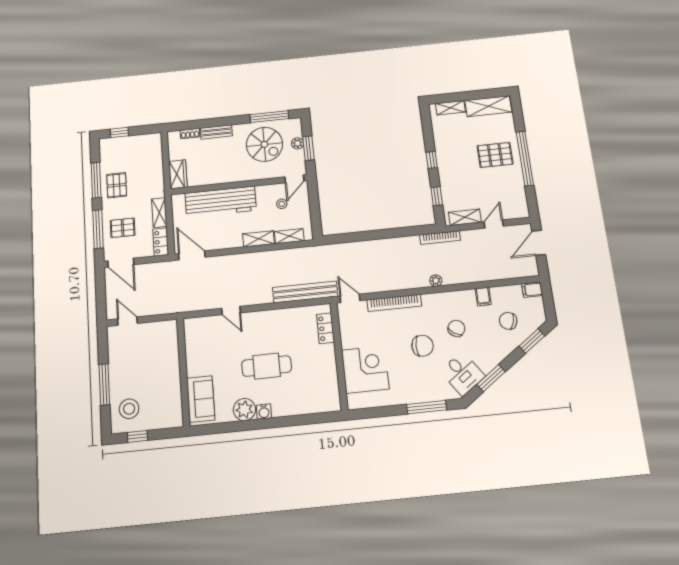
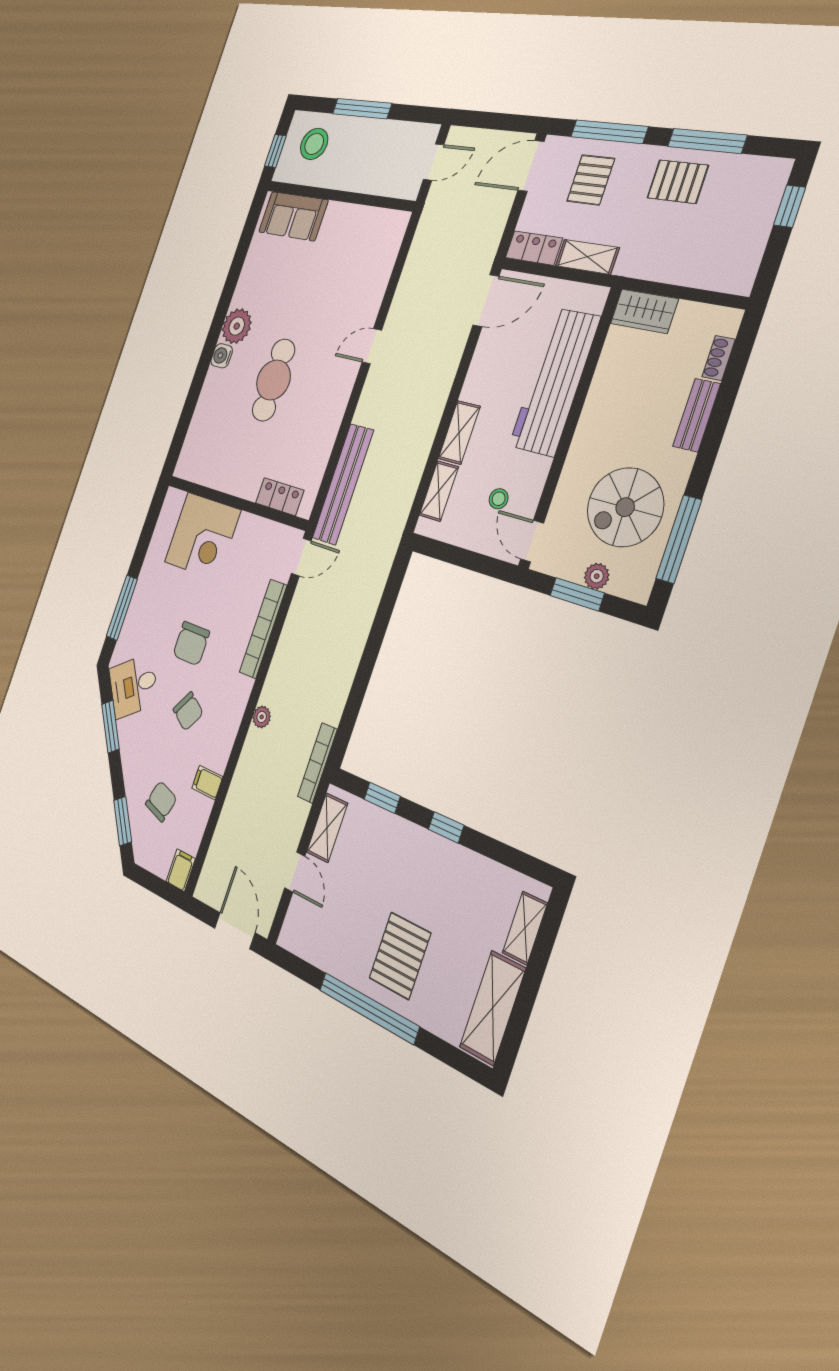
wall: (183, 372) -> (339, 196), moved
sofa: (201, 399) -> (293, 216), moved

